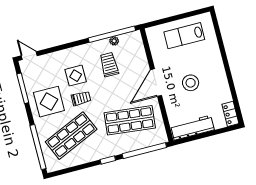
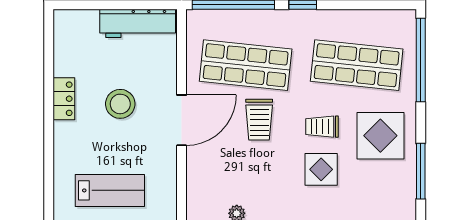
trolley: (109, 64) -> (259, 120), moved
locker: (230, 114) -> (64, 99), moved
shop shelf: (71, 136) -> (357, 65), turned 30

